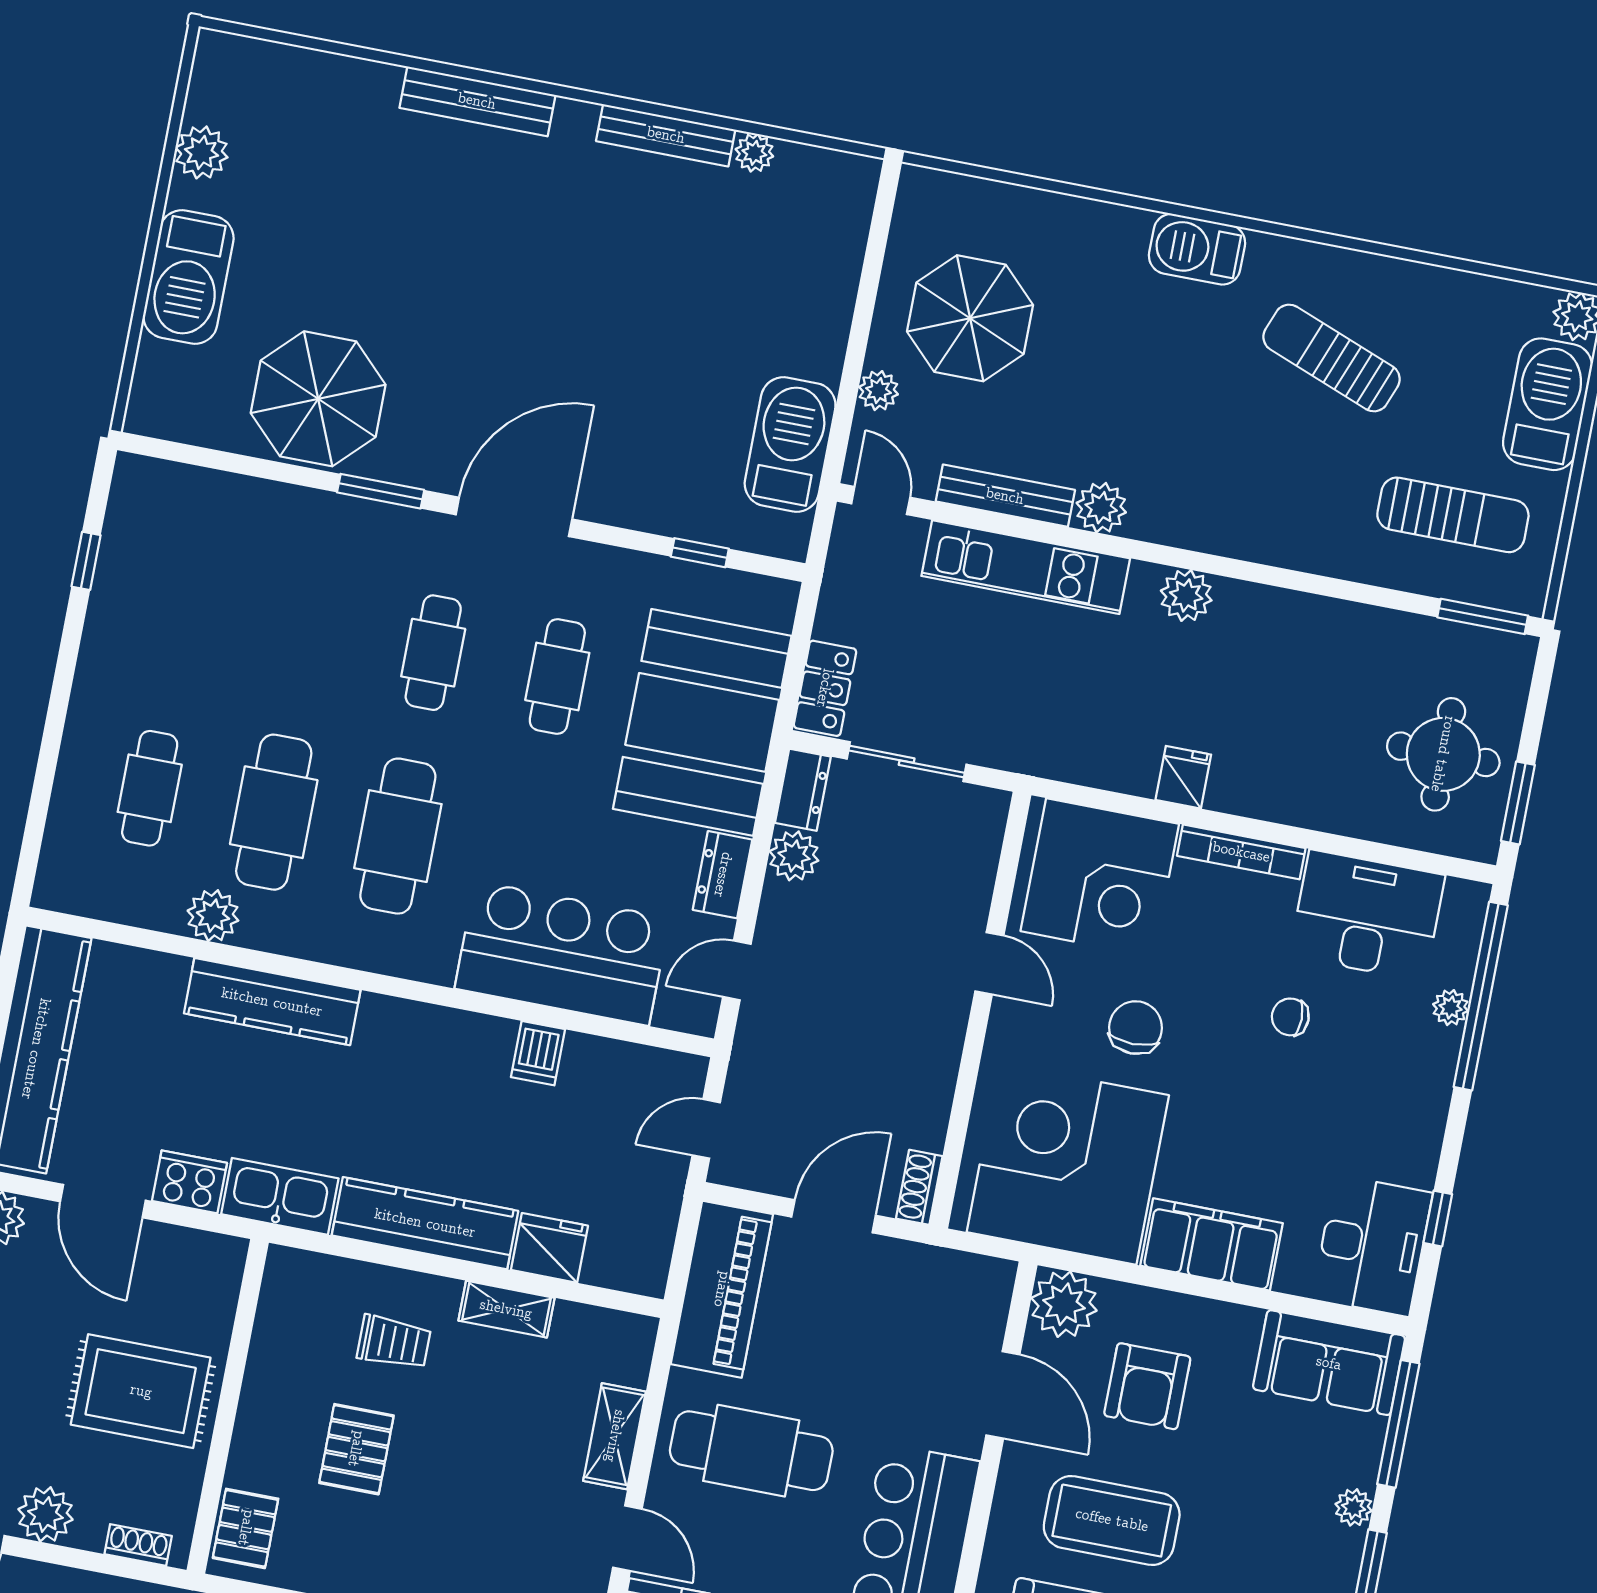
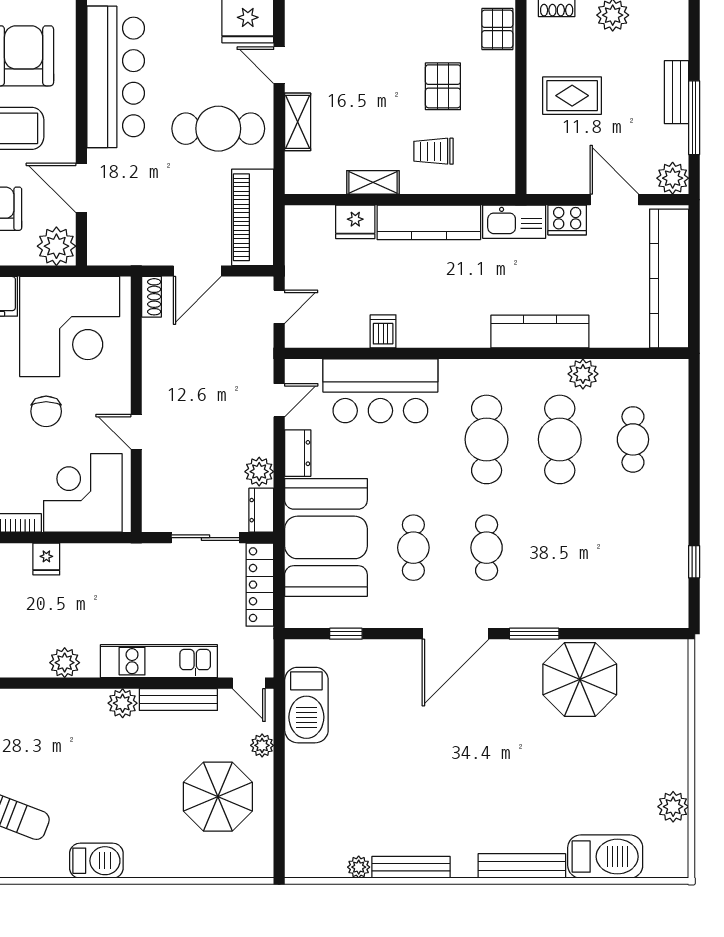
barbecue: (188, 277) -> (605, 857), moved, turned 90
locker: (825, 688) -> (260, 585), width x1.53
rug: (141, 1391) -> (572, 96), width x0.73, depth x0.70

